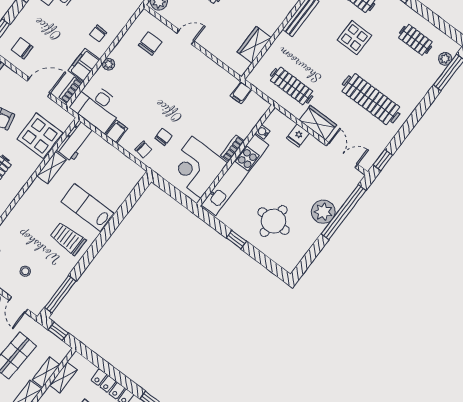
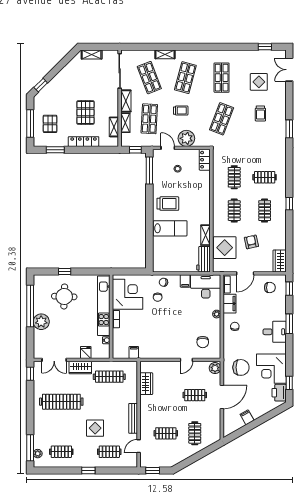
window: (344, 212) -> (30, 306), moved
window: (236, 240) -> (65, 271), moved

